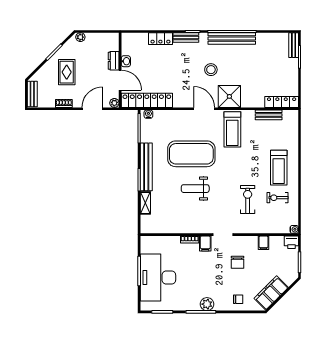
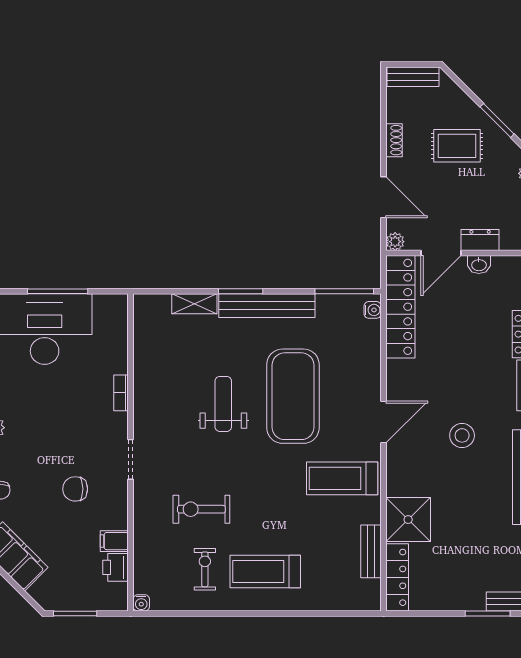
shower: (229, 96) -> (408, 520), moved
exercise bike: (248, 199) -> (201, 509), turned 180
printer: (291, 242) -> (116, 567), moved
filing cabinet: (205, 243) -> (113, 424), removed

